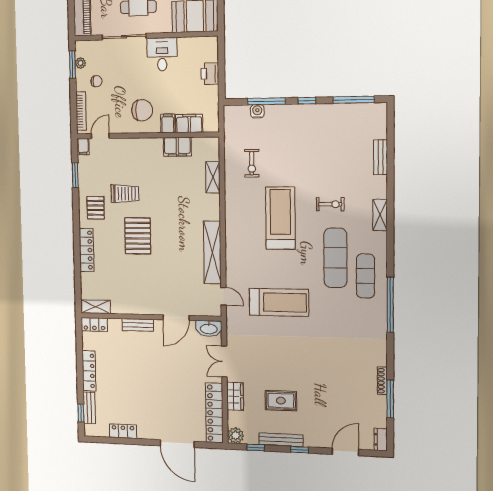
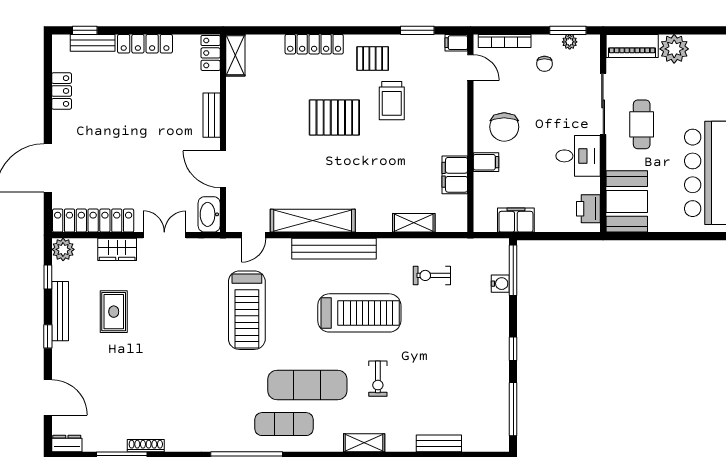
printer: (210, 74) -> (588, 209), moved, turned -90
window: (267, 101) -> (513, 270), moved
filing cabinet: (189, 123) -> (516, 220), moved, turned -90
bench: (233, 237) -> (334, 249), added

